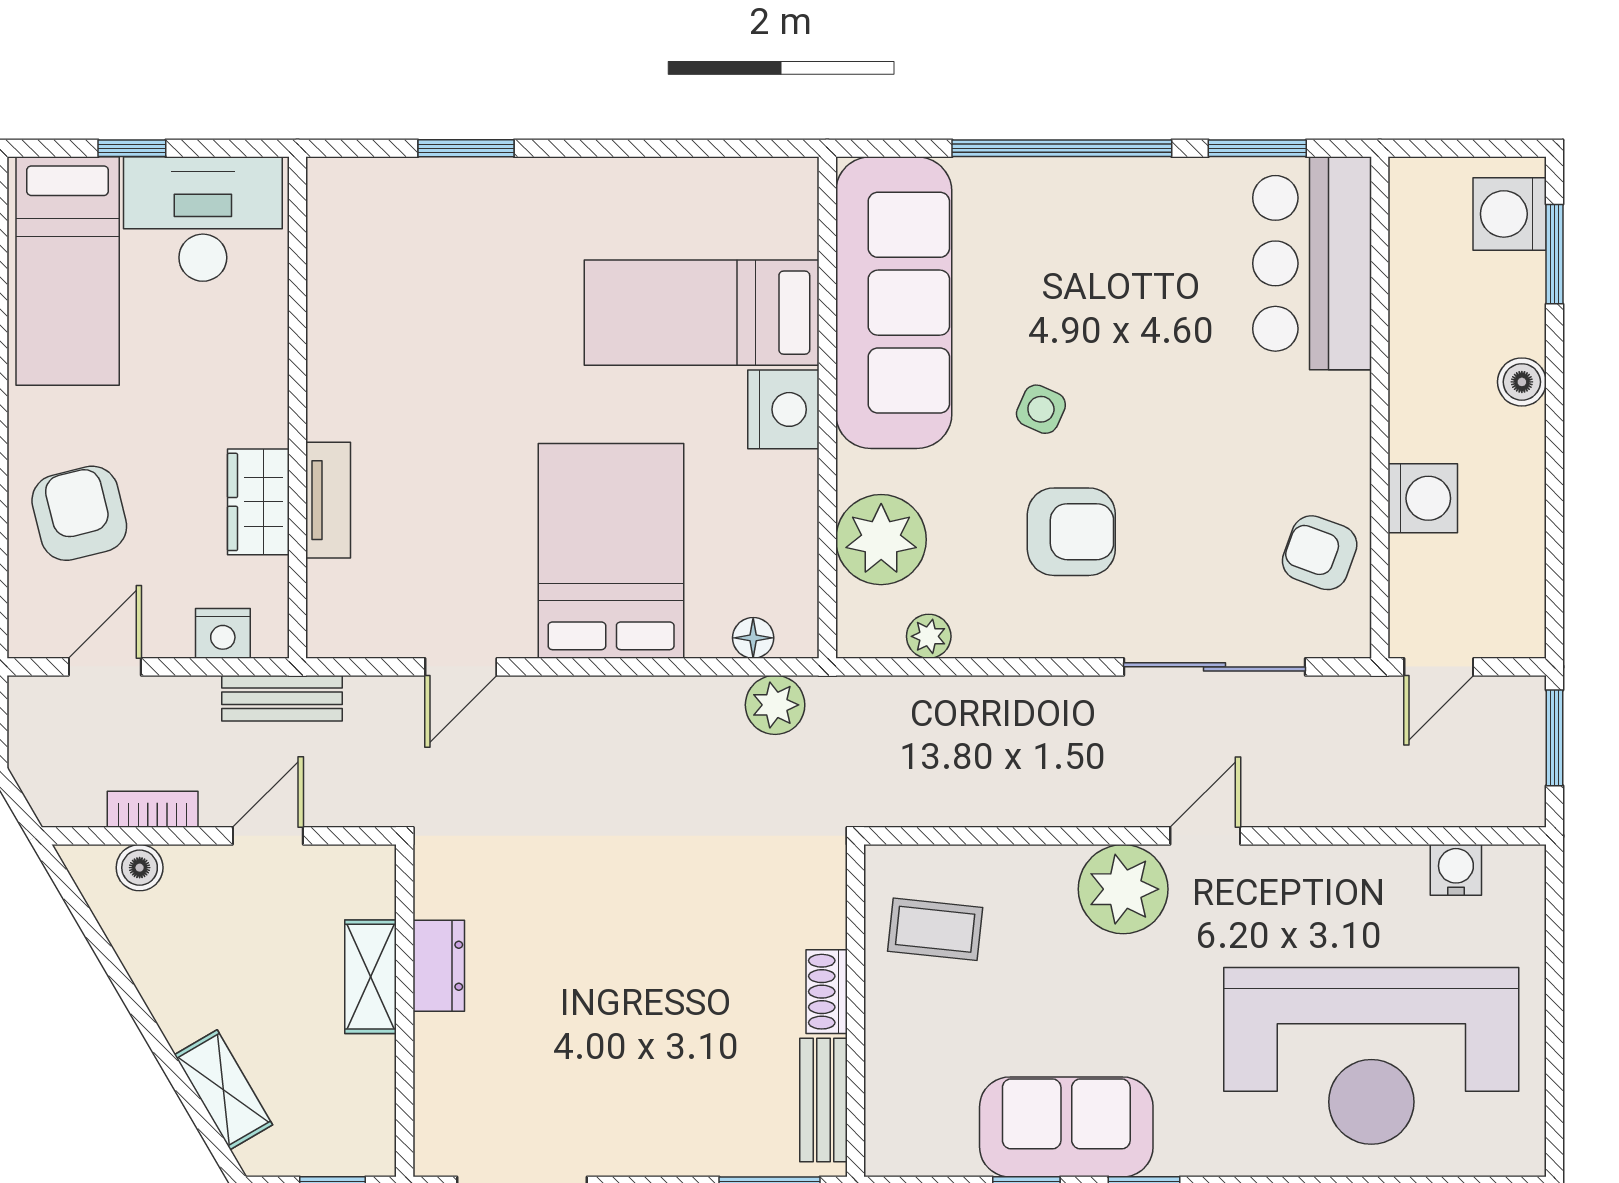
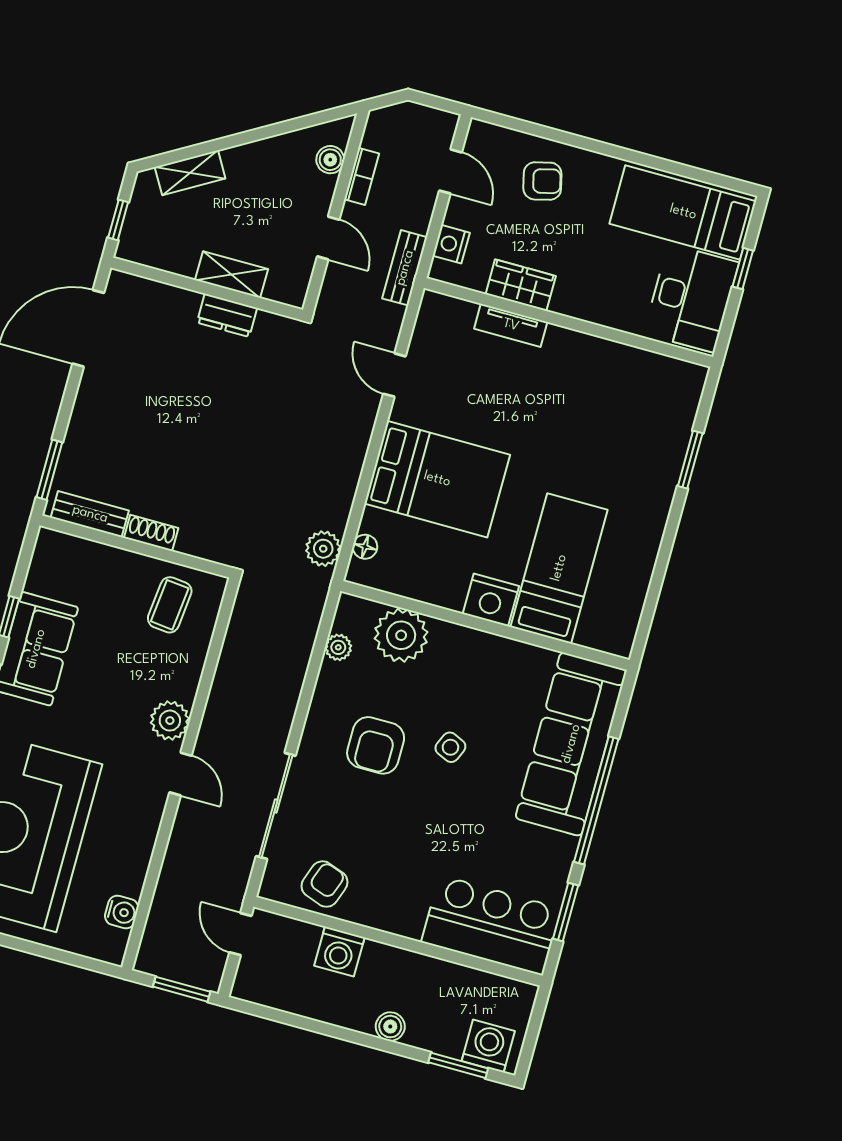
sofa: (894, 303) -> (571, 744), moved, turned 90
armchair: (79, 513) -> (542, 181), width x0.72, depth x0.72
plant: (1123, 889) -> (170, 721), width x0.73, depth x0.73

